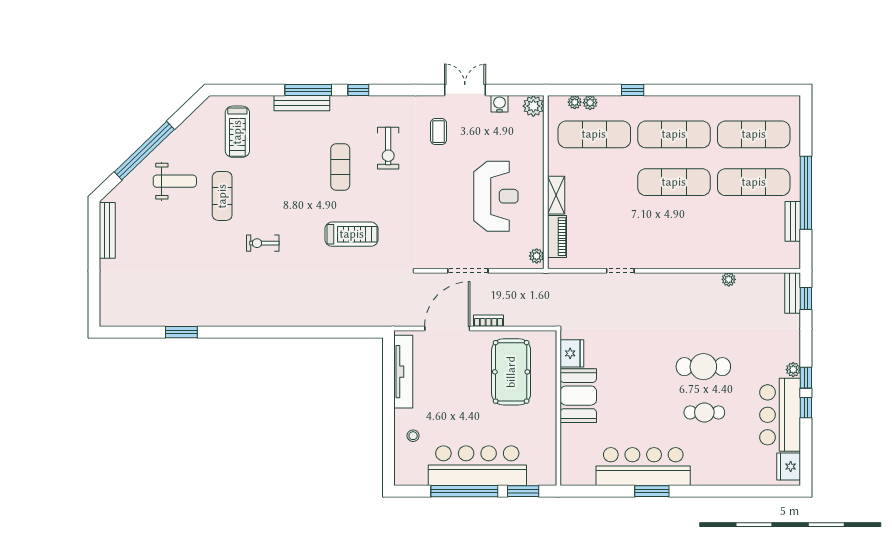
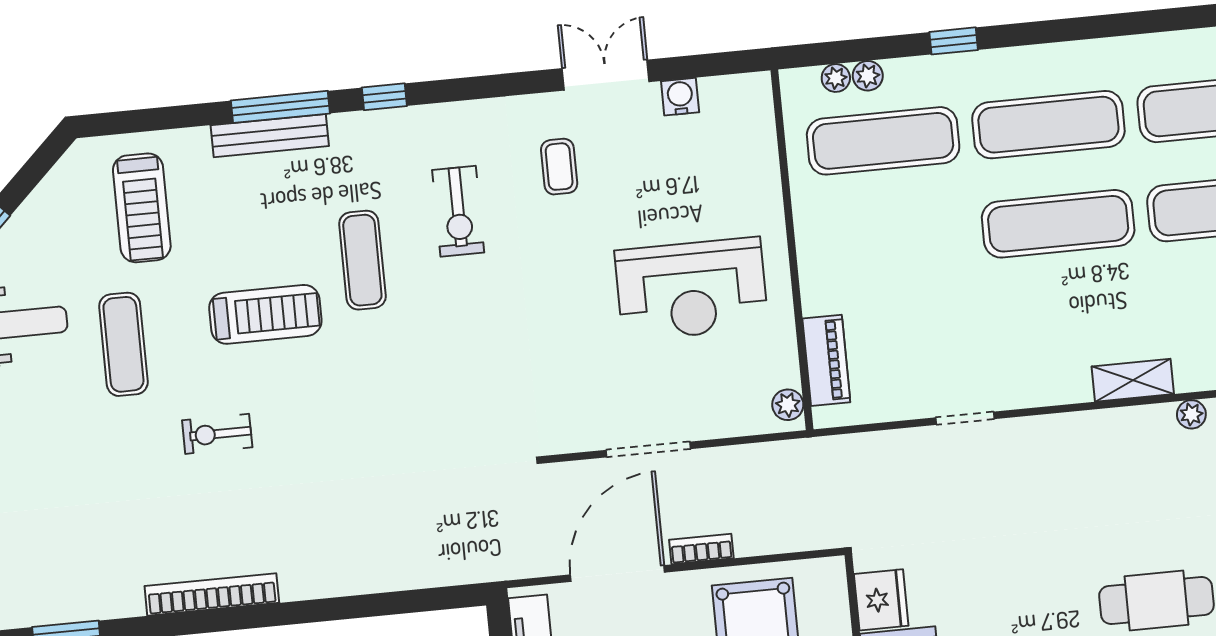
plant: (533, 106) -> (751, 94), removed
shelving: (556, 195) -> (1133, 380), moved, turned 90
reception desk: (496, 196) -> (691, 289), turned 90
treadmill: (352, 234) -> (265, 314), moved
bookcase: (253, 320) -> (212, 594), added

